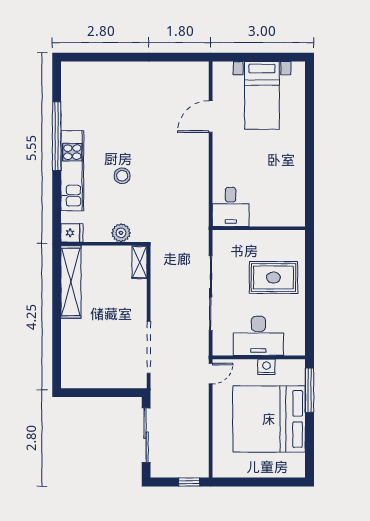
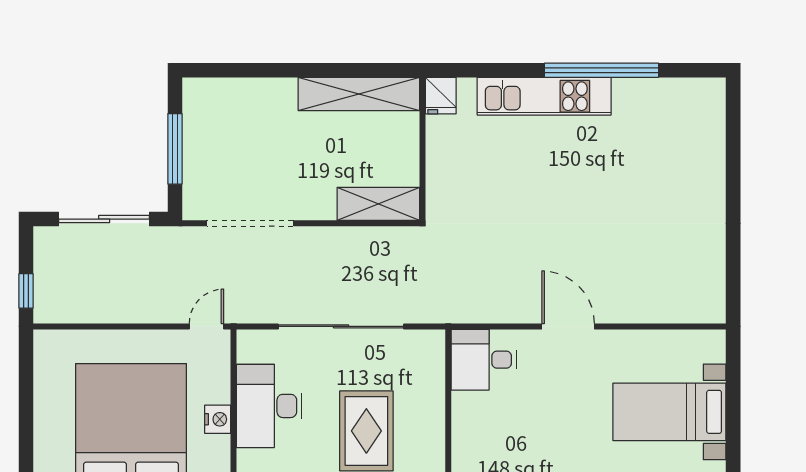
door: (211, 117) -> (568, 326), moved
stool: (122, 176) -> (536, 179), removed
plant: (121, 233) -> (441, 177), removed
shelving: (140, 262) -> (378, 204), width x1.50, depth x1.33
door: (211, 374) -> (207, 326), swing flipped
window: (104, 393) -> (175, 149), added

